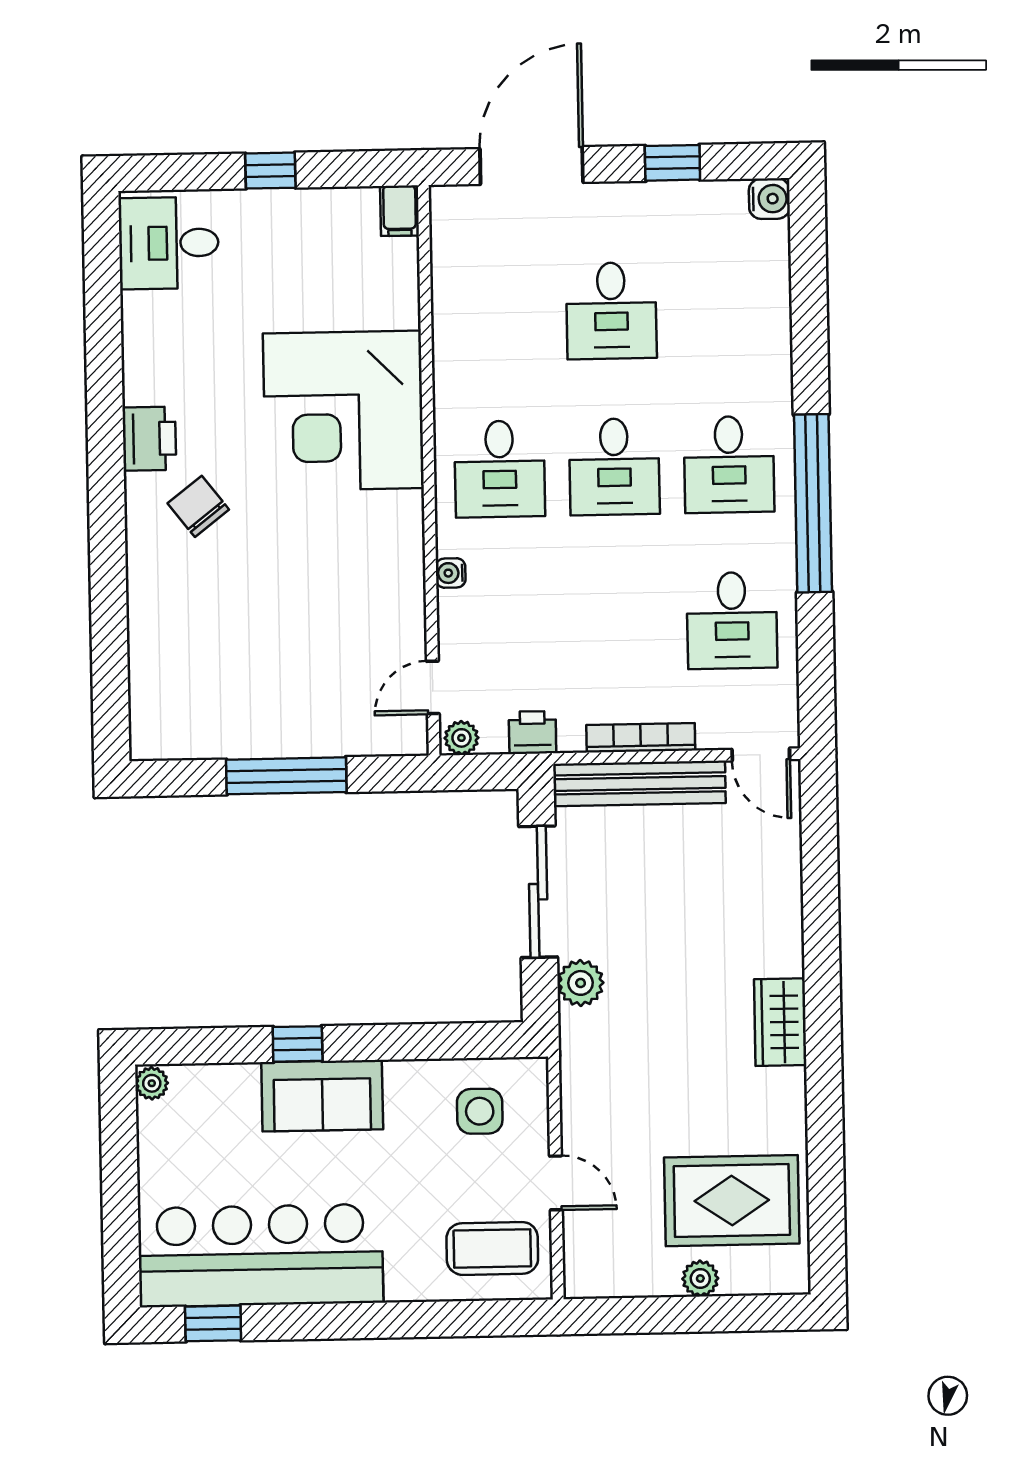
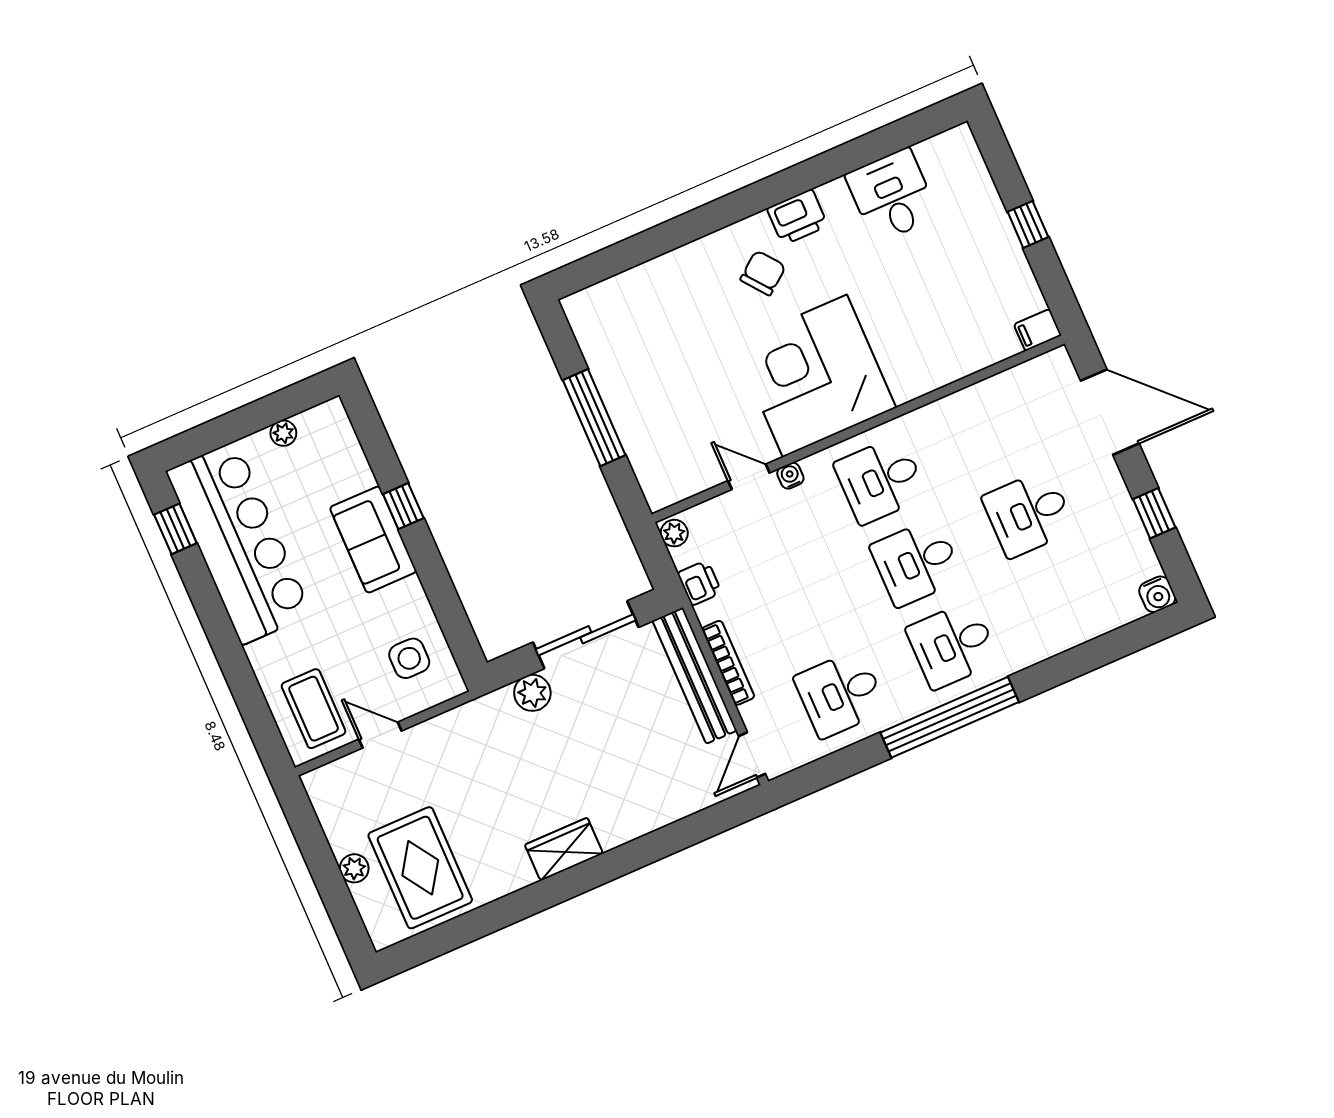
desk: (169, 243) -> (892, 196), moved
corner desk: (343, 411) -> (815, 376), moved
door: (433, 687) -> (749, 477), moved
plant: (152, 1083) -> (283, 433), moved
door: (556, 1183) -> (380, 735), swing flipped

